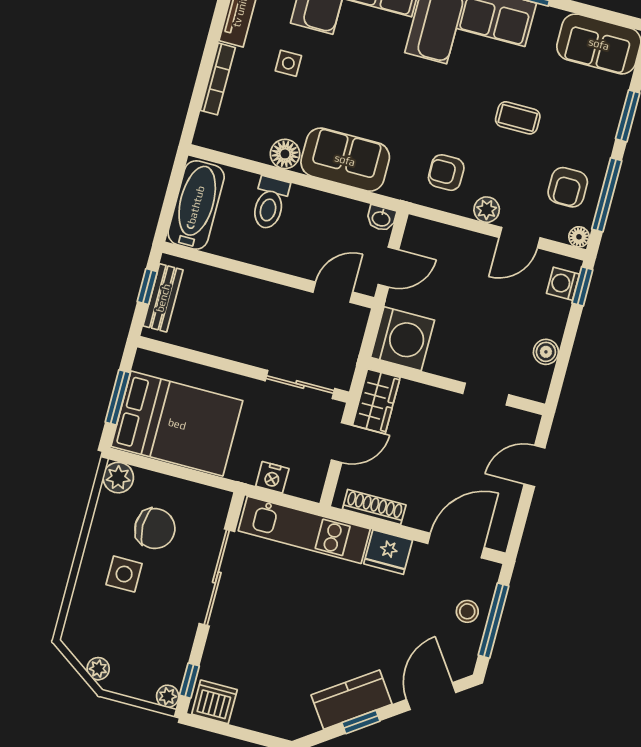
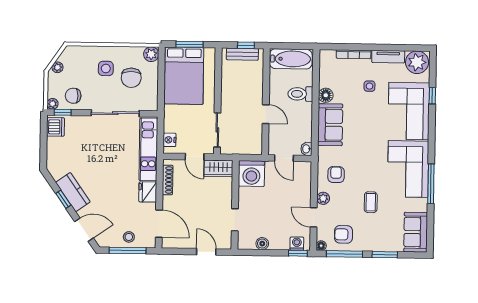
door: (333, 292) -> (266, 114), moved
nightstand: (272, 477) -> (169, 140), moved
chair: (162, 652) -> (73, 96), added

